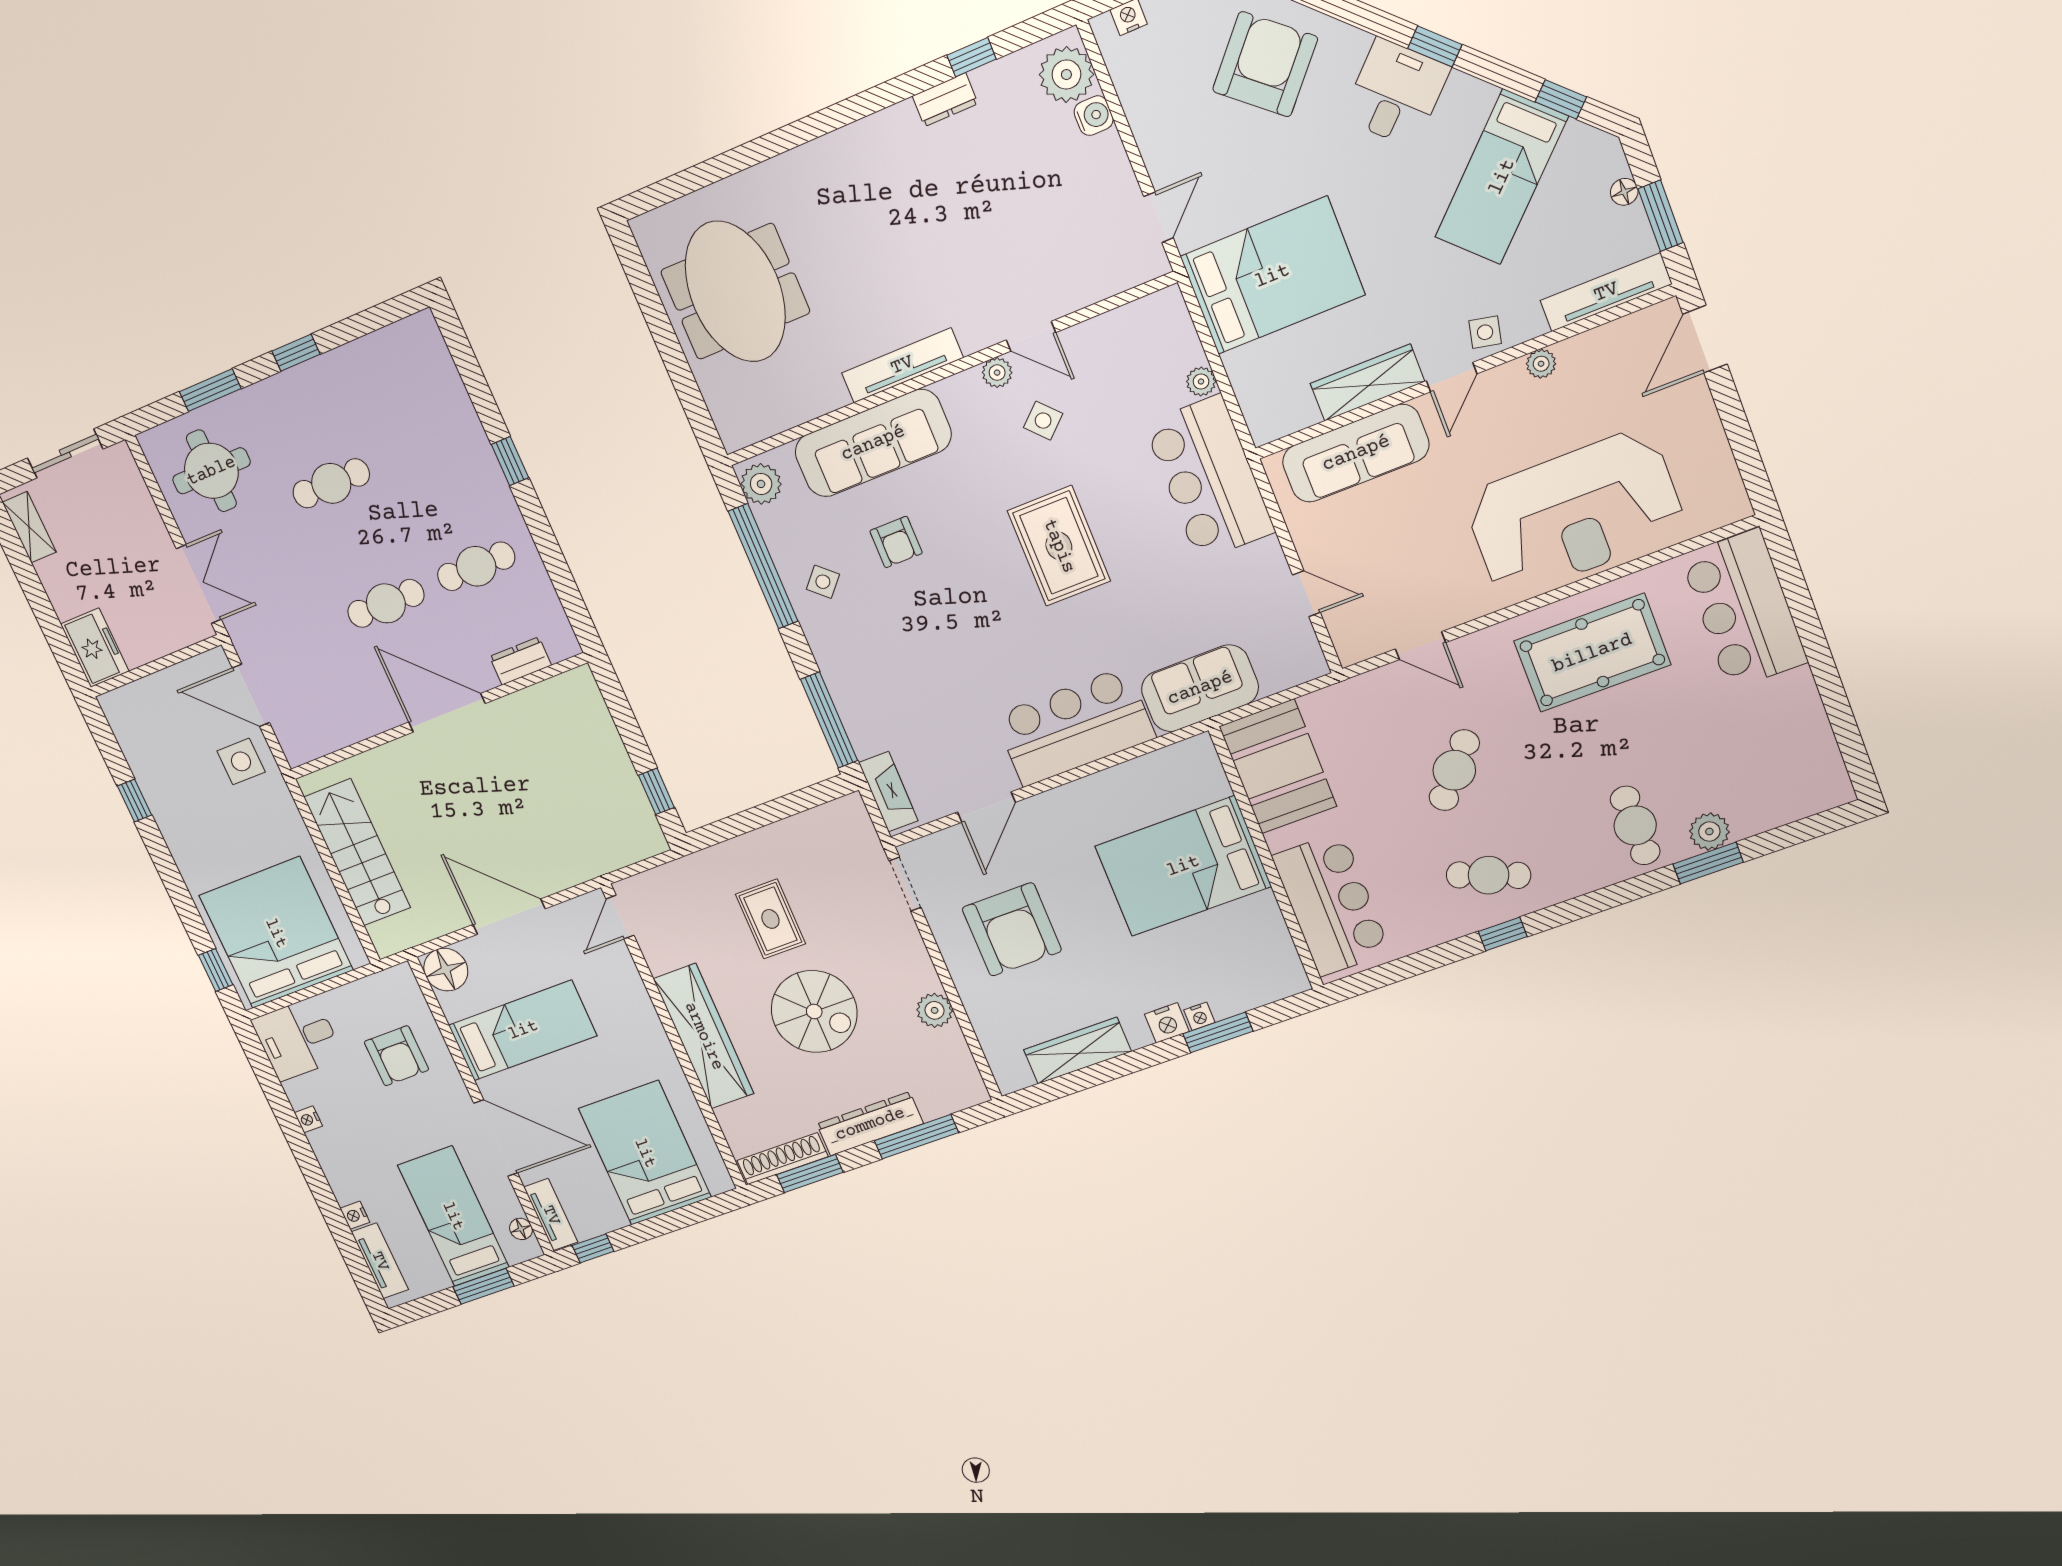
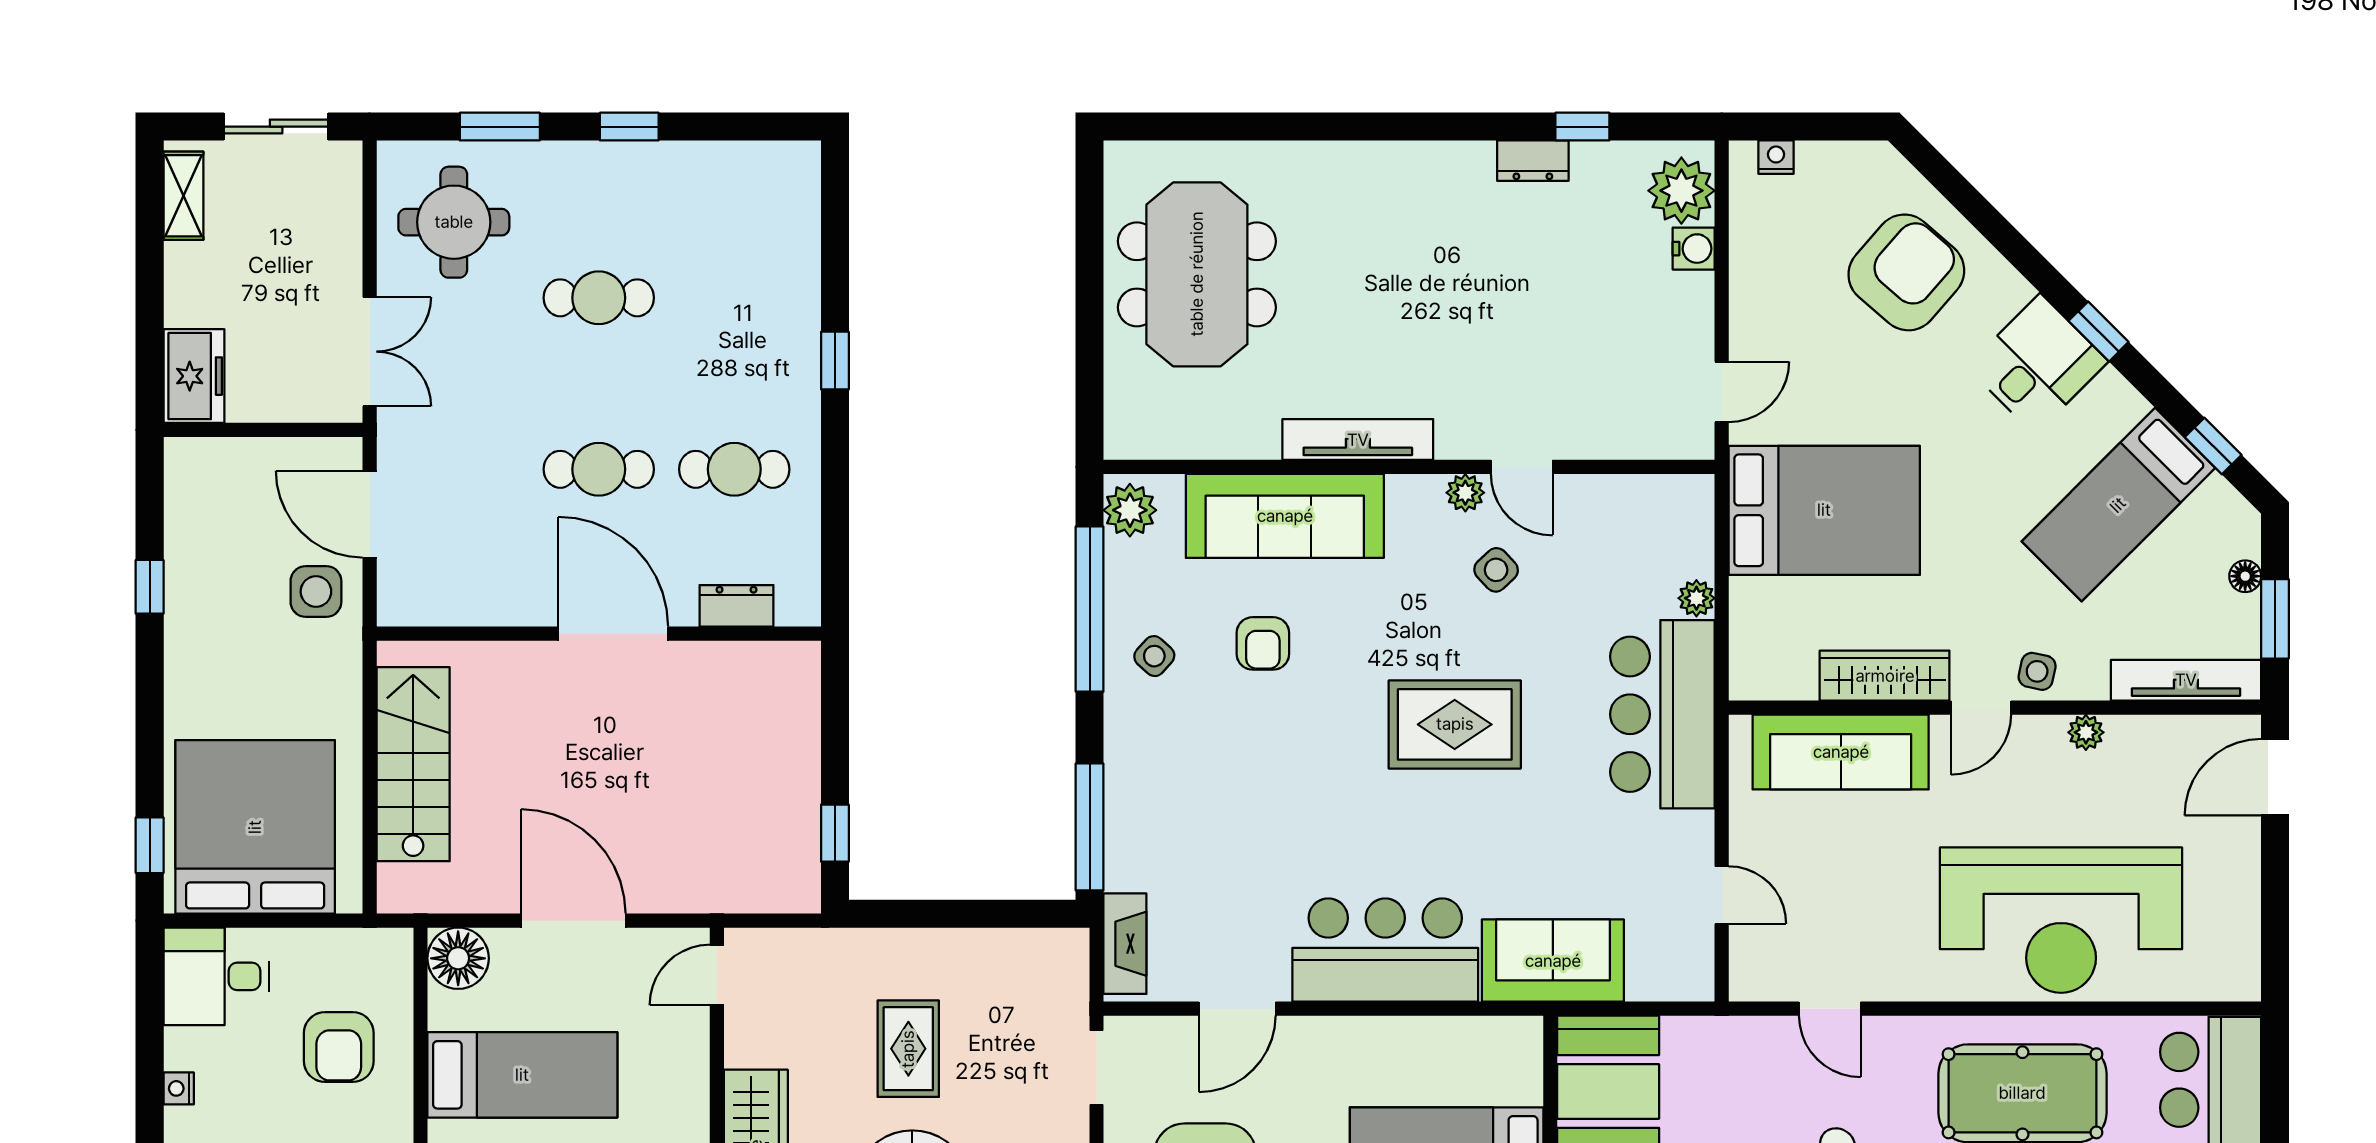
rug: (1059, 546) -> (1455, 724), turned 90

